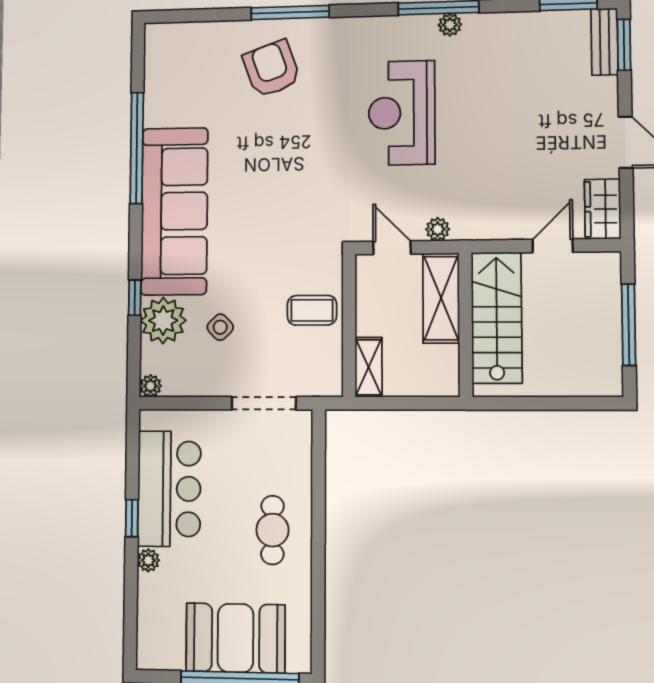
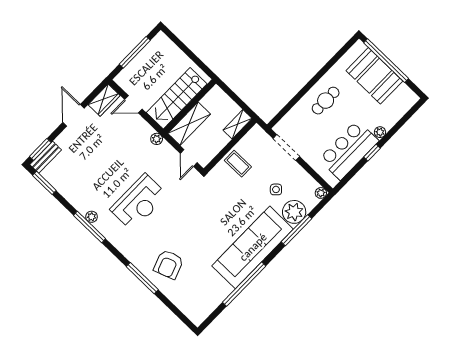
plant: (438, 229) -> (157, 139), moved
window: (135, 298) -> (297, 230), width x2.17

